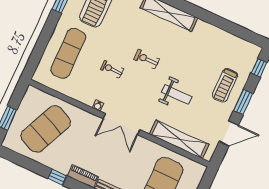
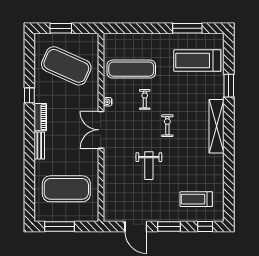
exercise mat: (68, 53) -> (131, 69), moved
treadmill: (225, 85) -> (196, 199), moved
shelving: (179, 139) -> (111, 186), removed

